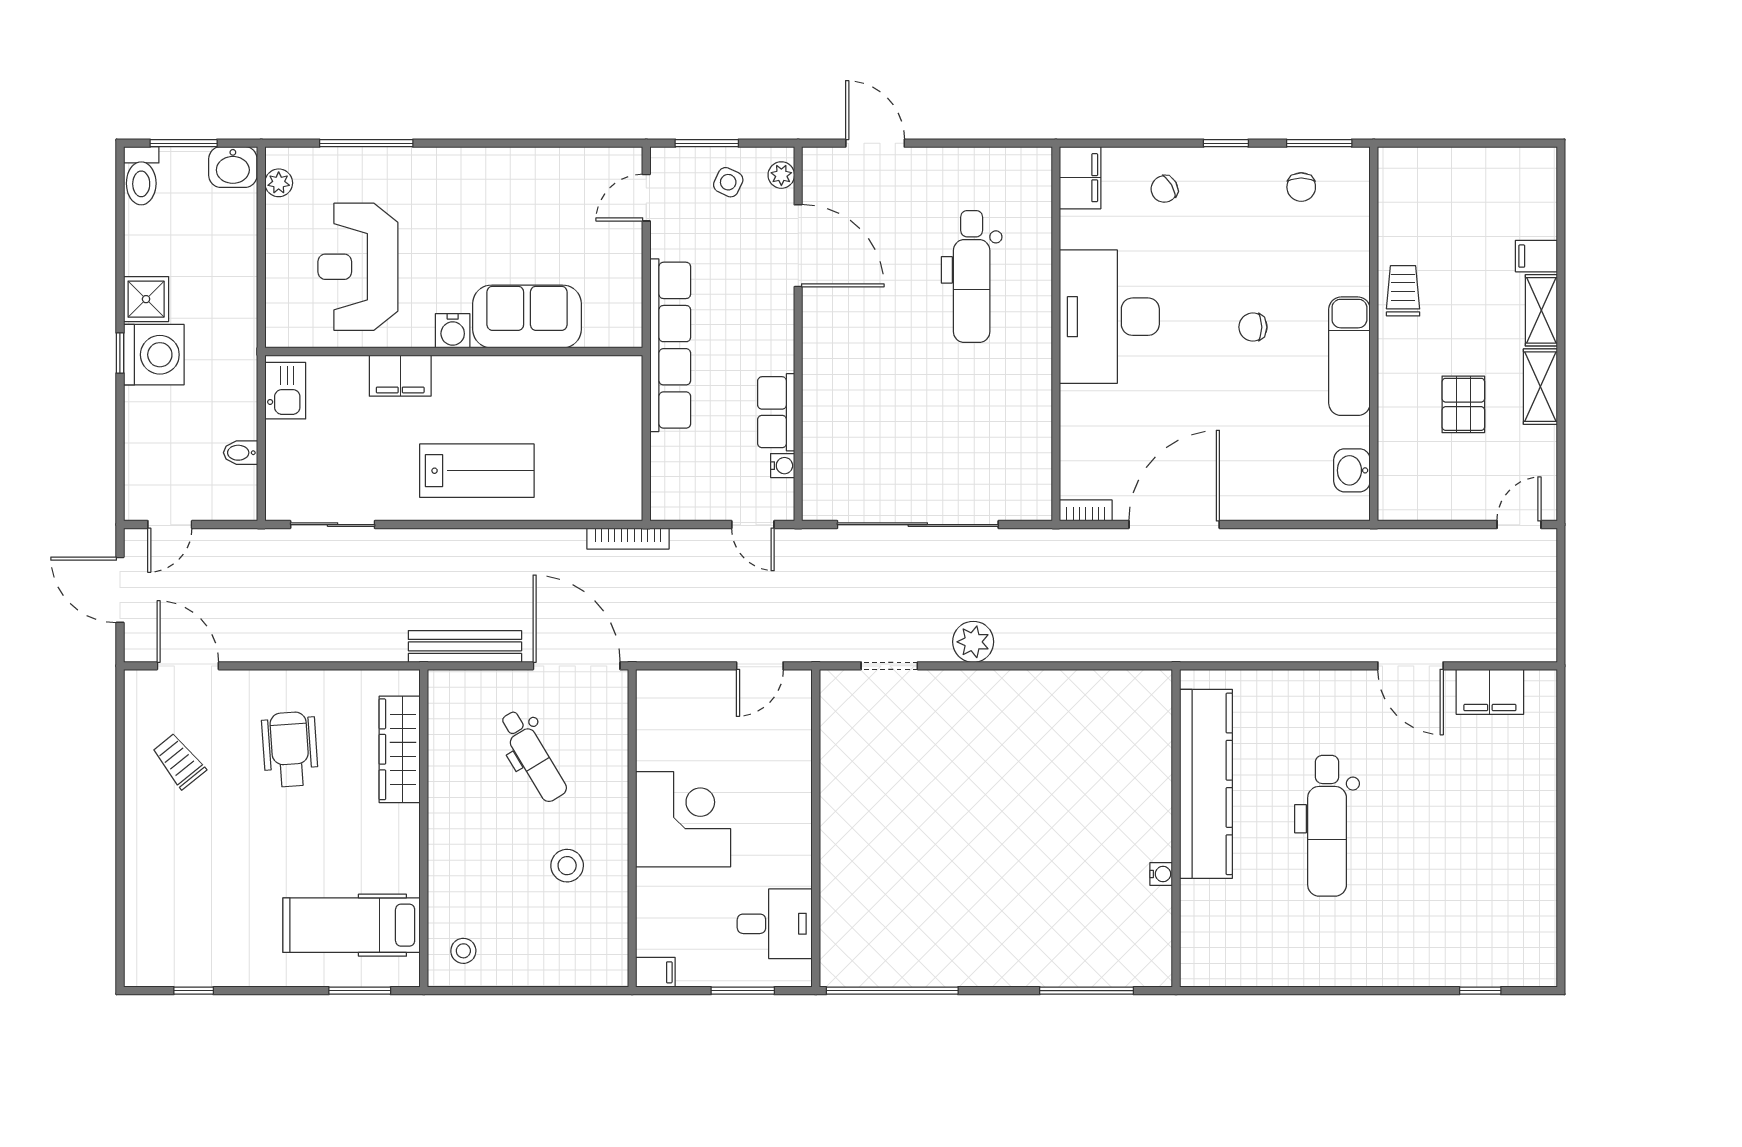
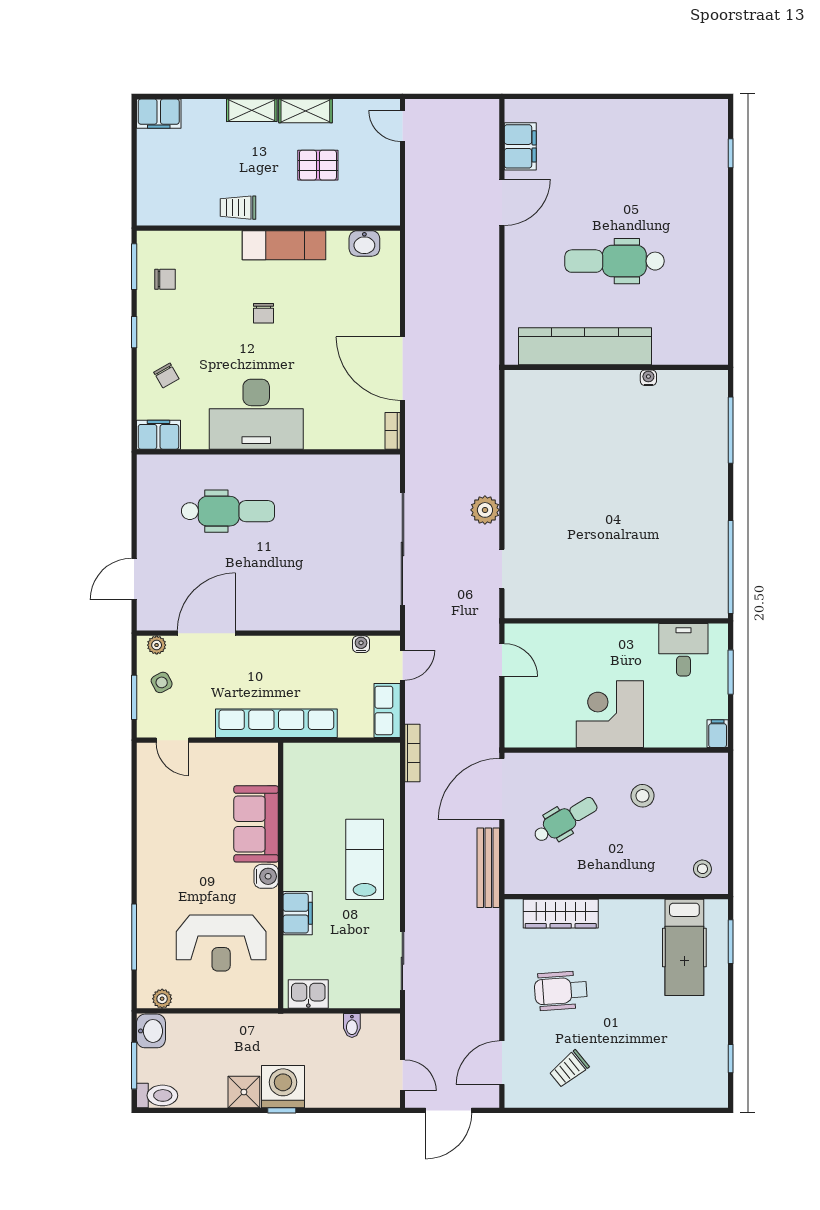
side table: (728, 182) -> (162, 682), turned 37
filing cabinet: (1536, 256) -> (159, 114), moved, width x2.00
row of seats: (776, 412) -> (387, 710), moved, turned 90
dental chair: (1327, 826) -> (614, 261), turned 180

